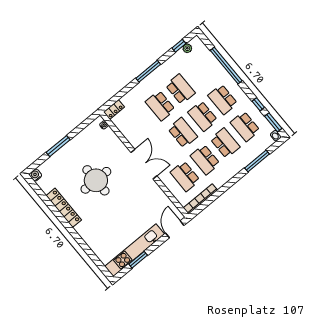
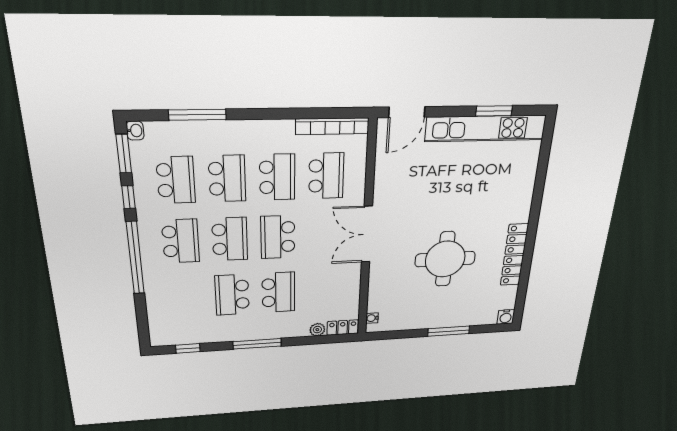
plant: (187, 48) -> (317, 330), moved
window: (226, 66) -> (135, 258), moved
school desk: (225, 143) -> (227, 179), turned 180

